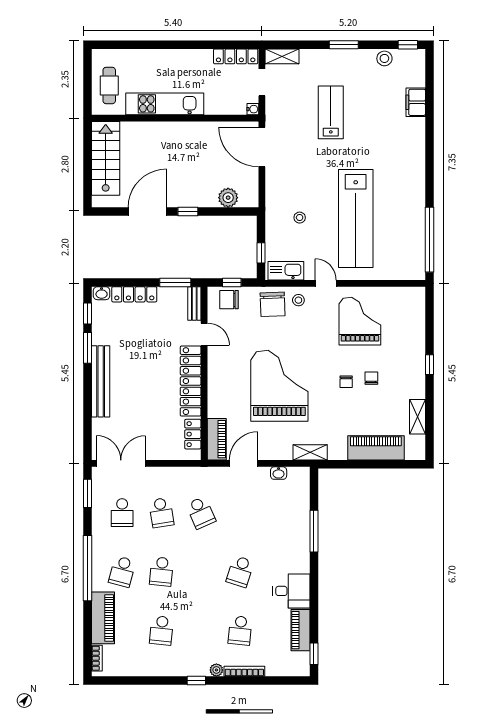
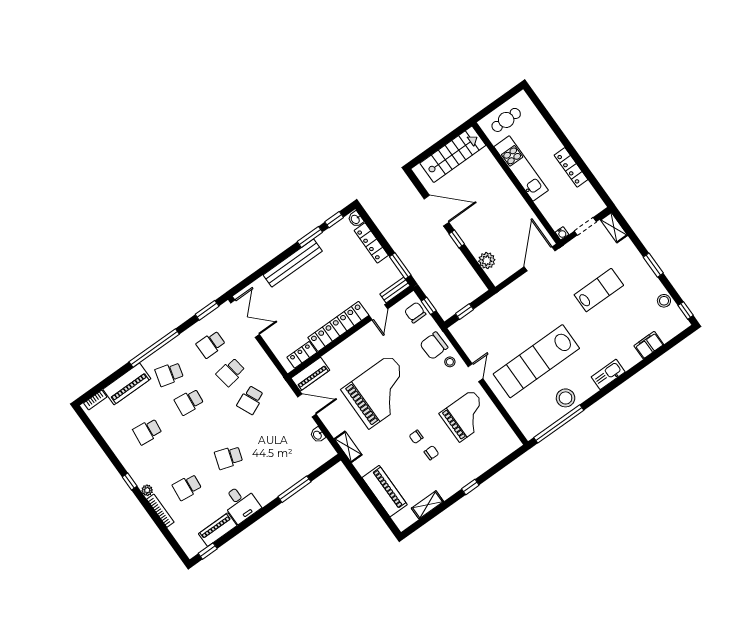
locker: (236, 56) -> (571, 167), moved
stool: (300, 218) -> (566, 398), moved, width x1.89, depth x1.89
kitchen sink: (286, 271) -> (608, 374), moved, turned -90

